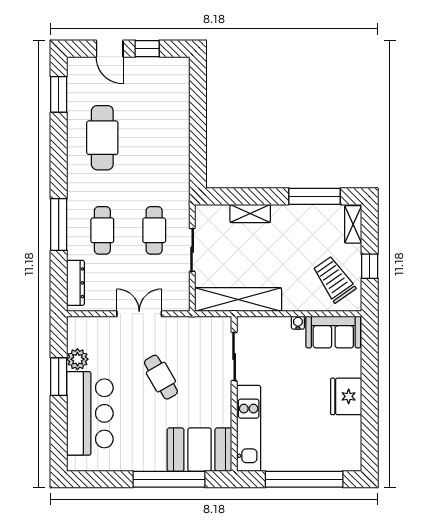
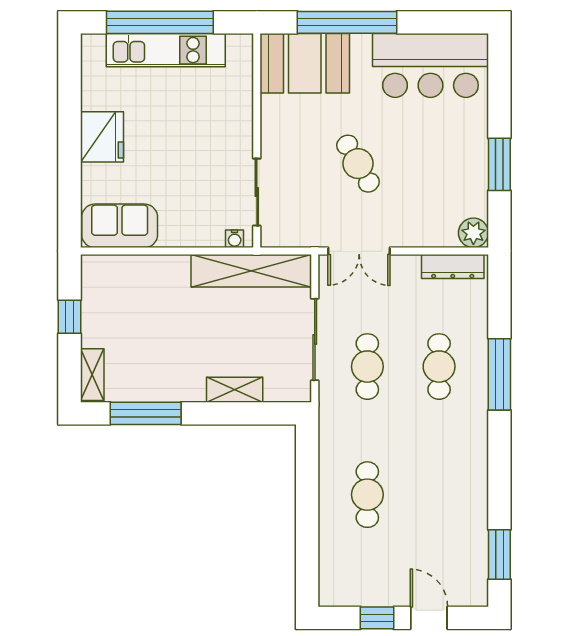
cafe table: (102, 138) -> (367, 495), moved, width x0.73, depth x0.74
sliding door: (192, 250) -> (315, 339), width x1.37
trolley: (334, 279) -> (119, 299), removed
dresser: (76, 283) -> (453, 267), moved, turned -90
double door: (139, 314) -> (359, 251), moved
water cooler: (298, 323) -> (235, 239), moved
plant: (77, 359) -> (473, 233), moved
bar counter: (90, 413) -> (430, 65), moved, turned -90
kitchen unit: (249, 428) -> (166, 50), moved, turned -90

